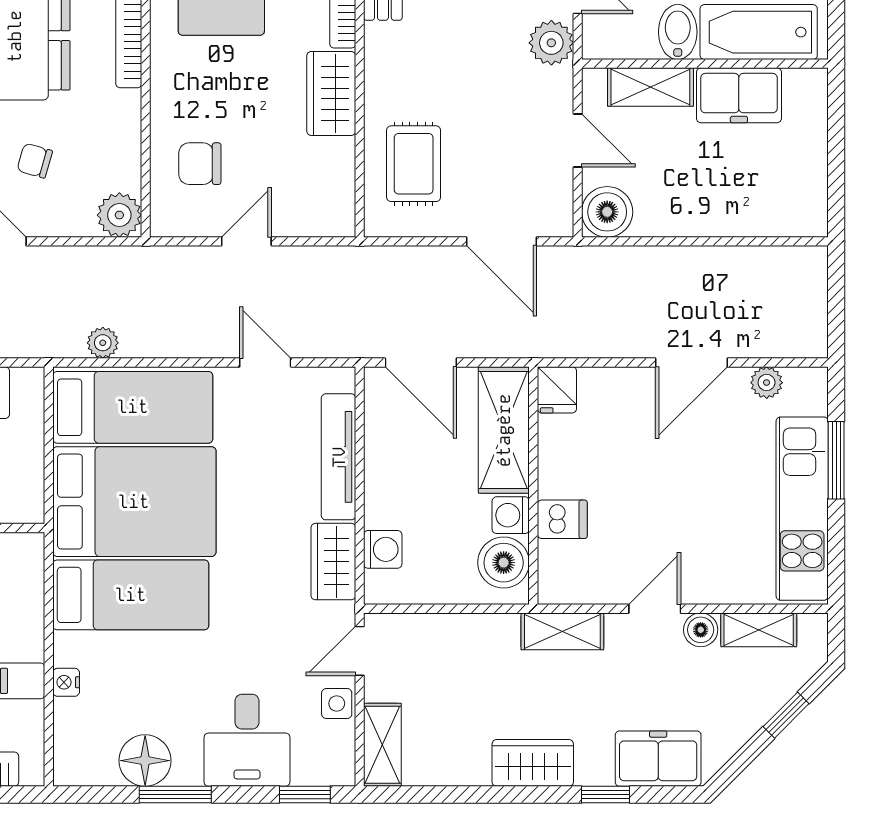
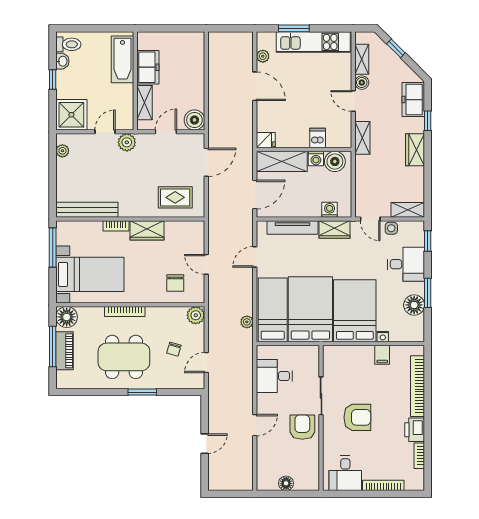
bidet: (678, 32) -> (122, 92), removed
bed: (131, 595) -> (355, 311), width x1.50

